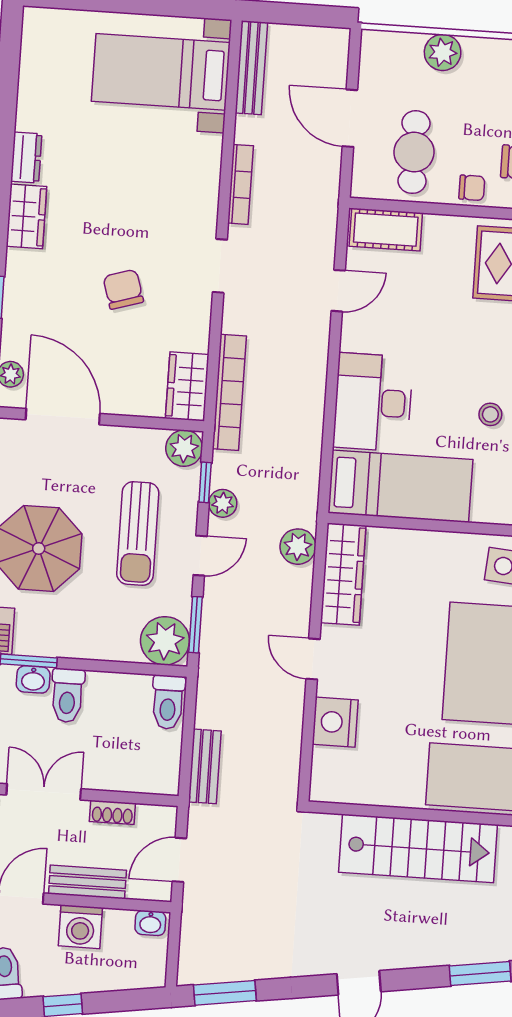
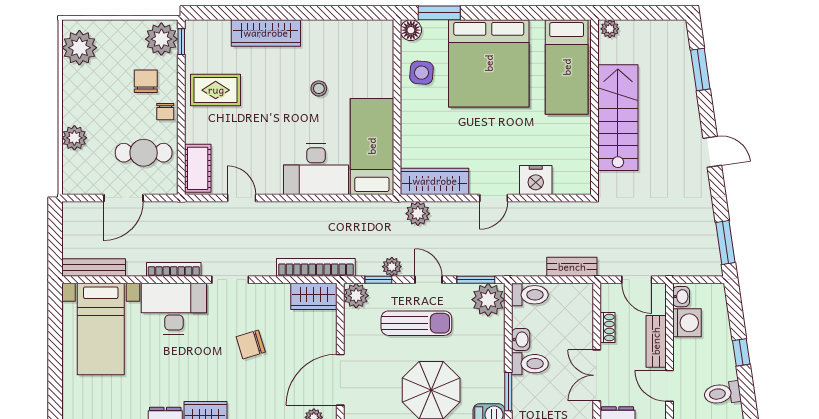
desk: (183, 181) -> (174, 309), added
chair: (472, 188) -> (165, 112), turned 180
washbasin: (33, 679) -> (521, 340), moved
washing machine: (80, 927) -> (687, 323), moved

